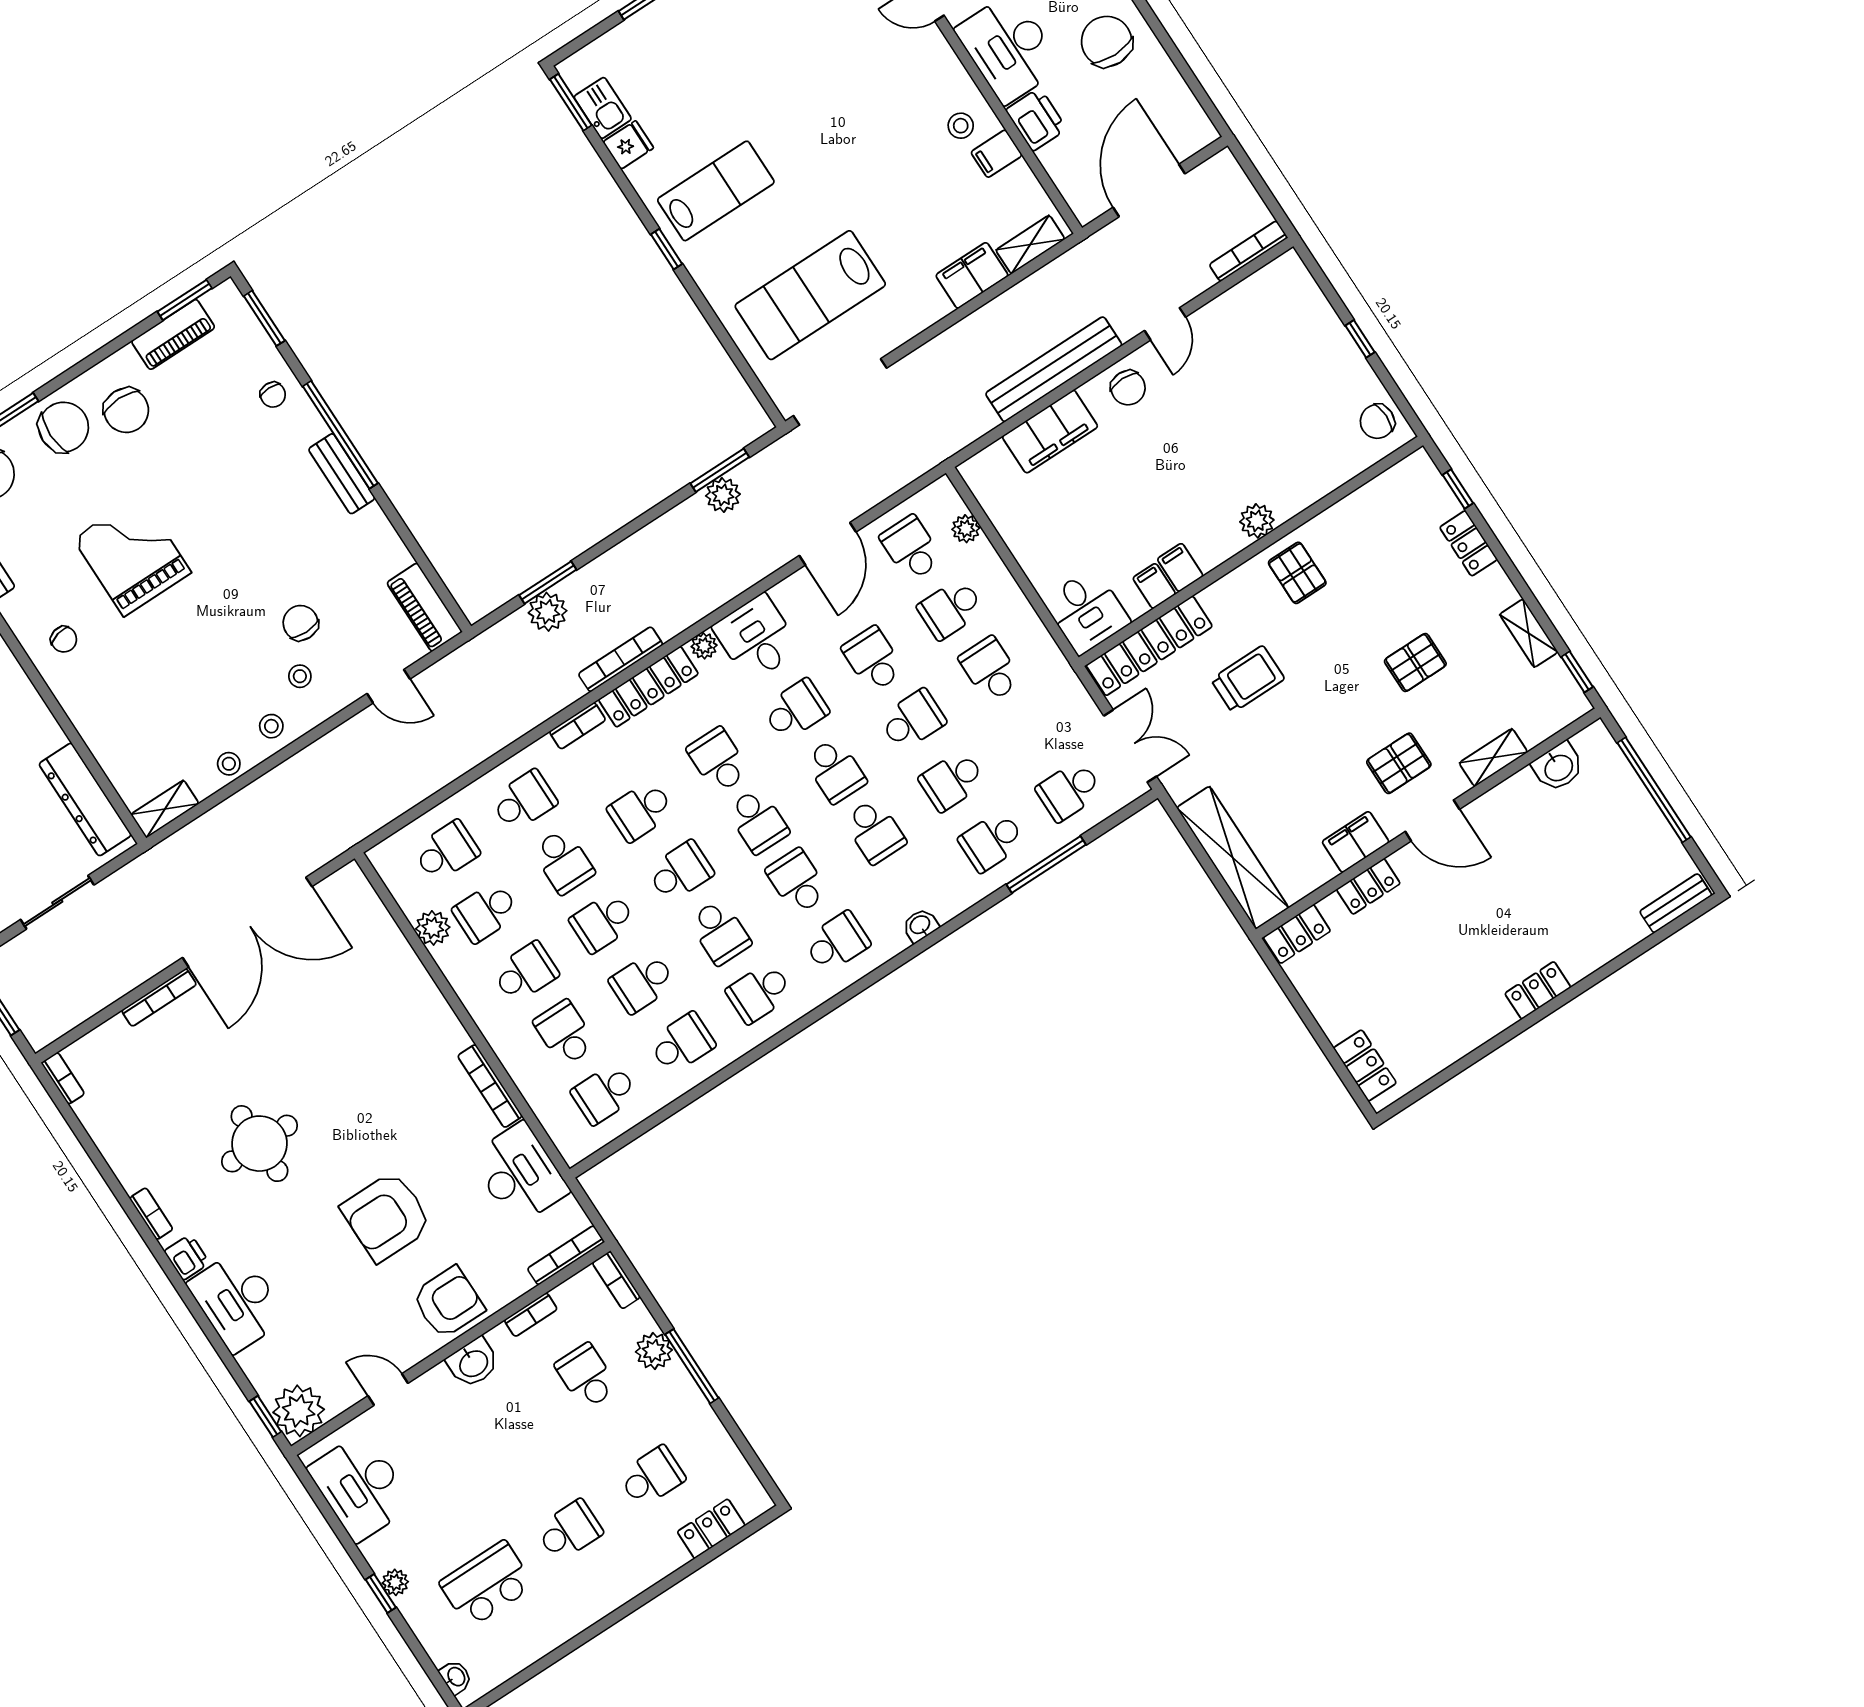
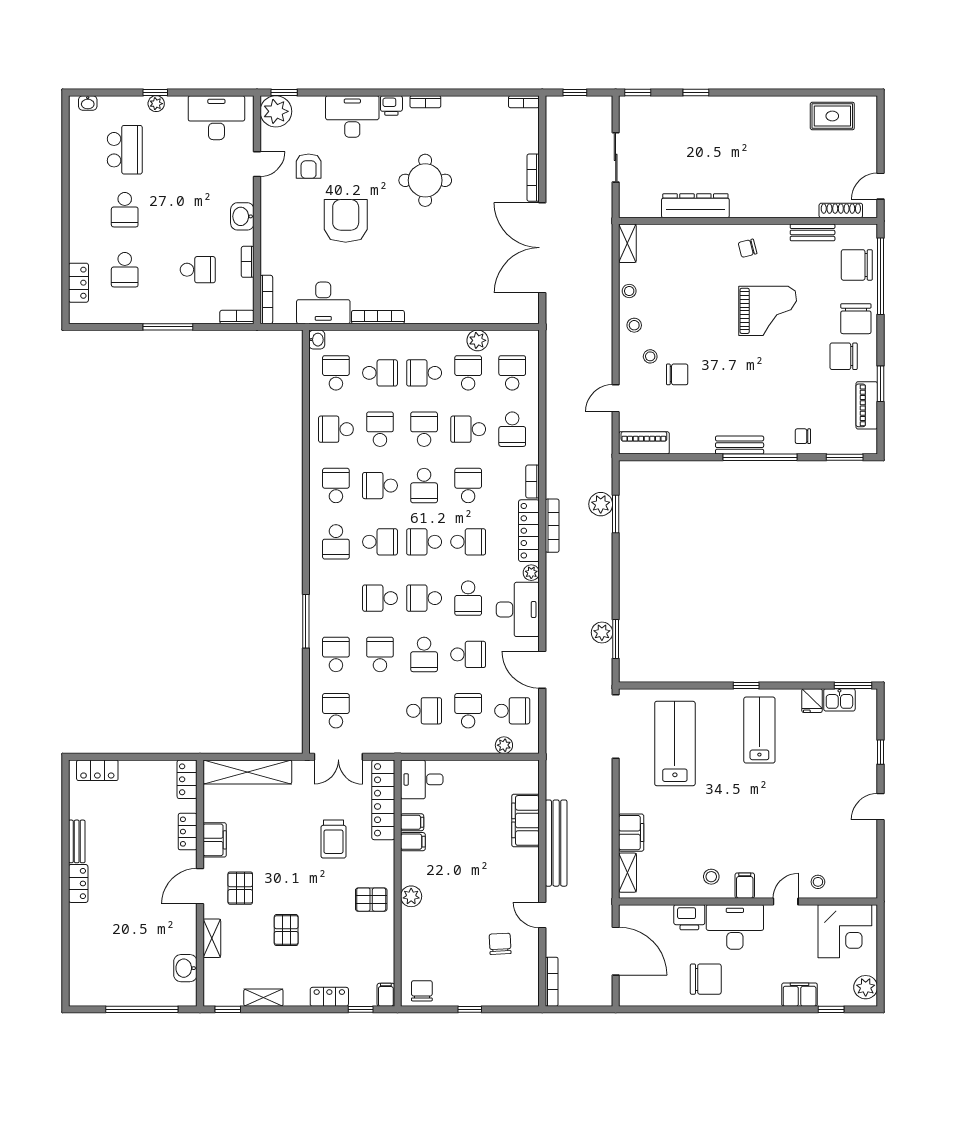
filing cabinet: (996, 154) -> (745, 886), moved
lab bench: (716, 191) -> (759, 730), turned 180
window: (185, 300) -> (880, 384), moved
chair: (1128, 388) -> (500, 944), moved, turned 87
filing cabinet: (1415, 467) -> (386, 995), added
desk: (757, 638) -> (518, 609), width x1.37
dresser: (85, 799) -> (695, 206), moved
school desk: (446, 851) -> (512, 373), turned 180
window: (1046, 864) -> (306, 621), moved
bench: (1676, 903) -> (77, 841), moved
washbasin: (920, 925) -> (317, 340), moved
school desk: (525, 972) -> (424, 373), turned 90
school desk: (682, 1043) -> (336, 429), turned 90
armchair: (448, 1302) -> (309, 166), moved, width x0.72, depth x0.72
plant: (654, 1351) -> (188, 313), removed

